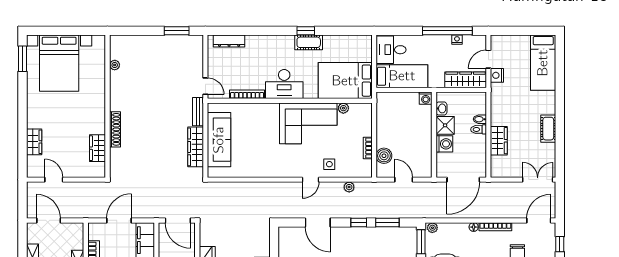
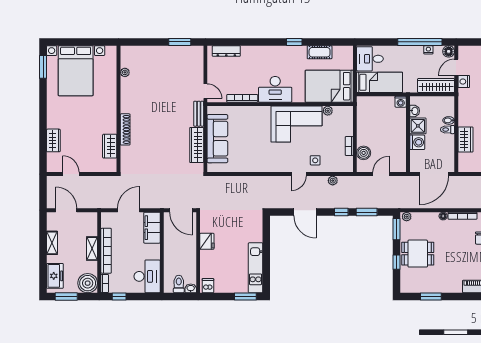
floor lamp: (480, 41) -> (449, 51), added
cot: (309, 42) -> (320, 52), moved
door: (404, 180) -> (381, 174), hinge flipped

